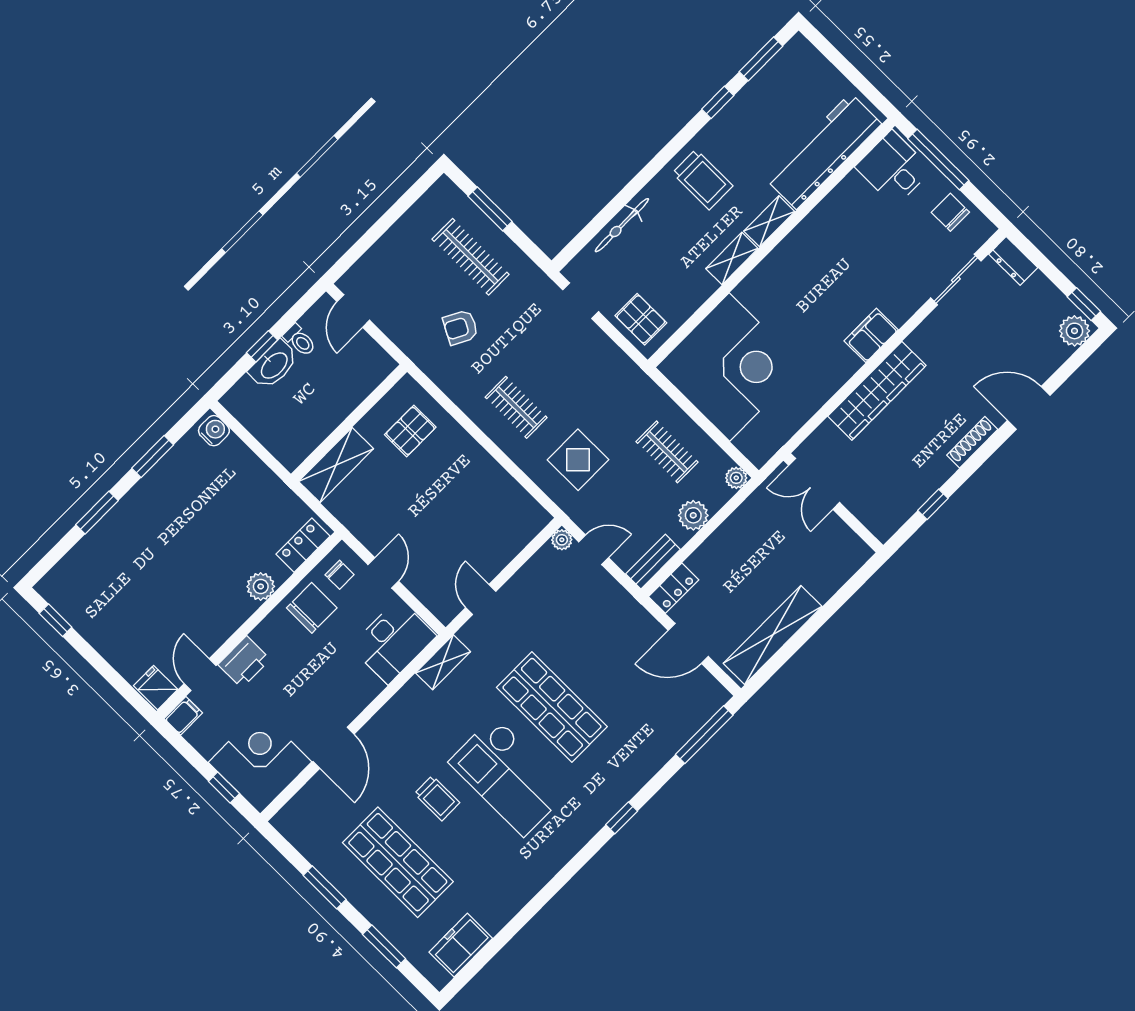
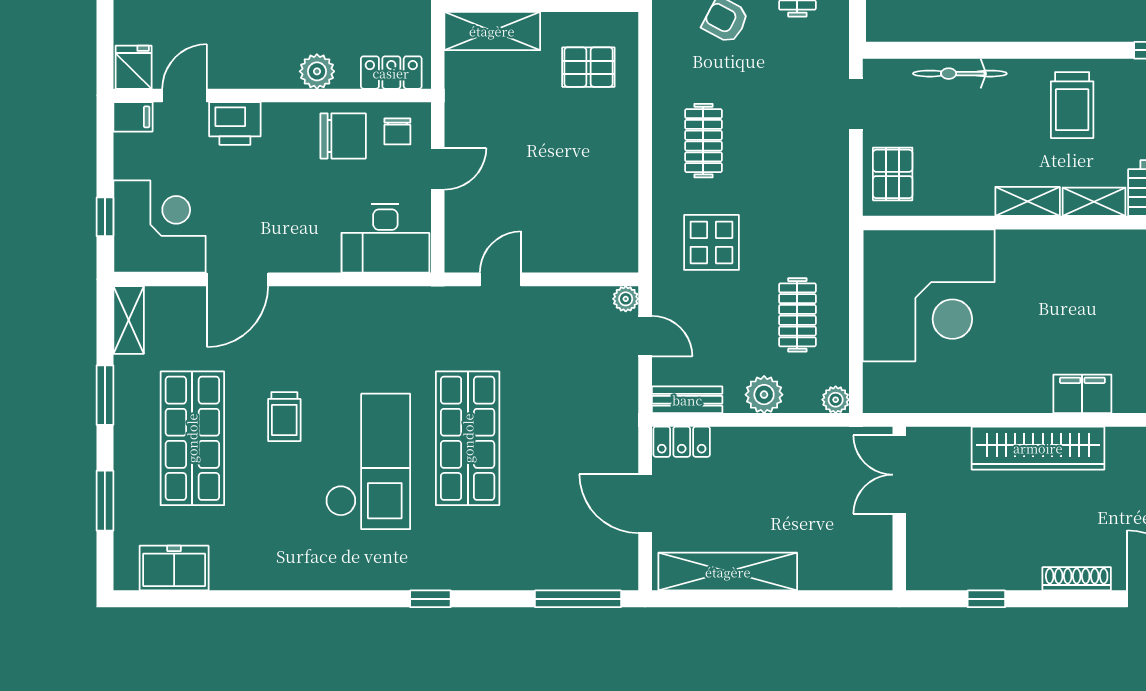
shelving: (443, 662) -> (129, 320), moved, turned 90
checkout: (509, 776) -> (368, 461), turned 180

